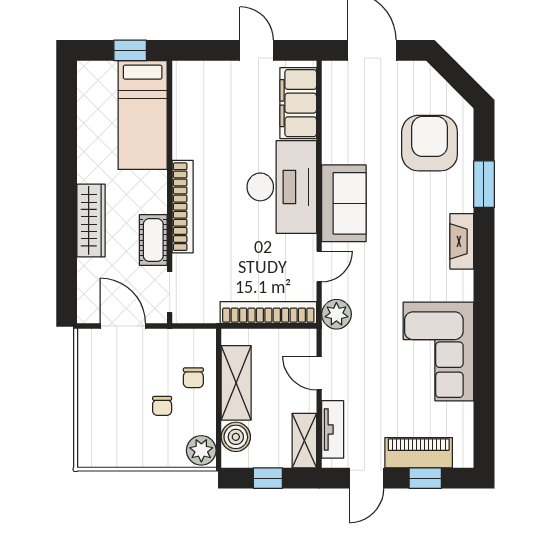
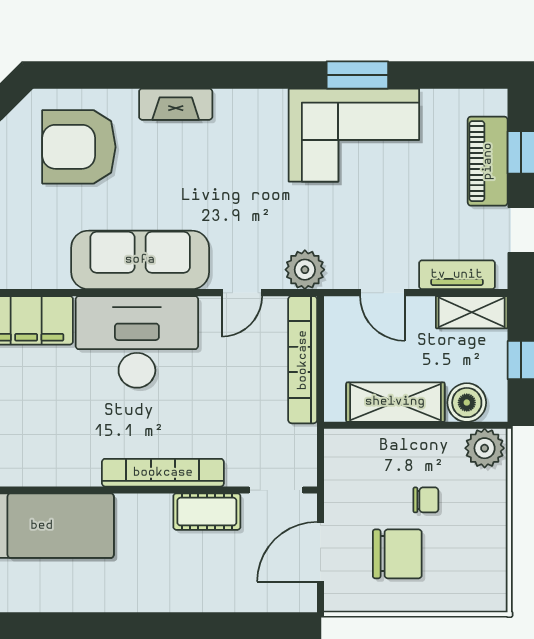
window: (484, 184) -> (357, 75), moved
sofa: (344, 203) -> (140, 260), width x1.36
wardrobe: (91, 220) -> (181, 594), removed
fireplace: (462, 241) -> (176, 104), moved
door: (319, 267) -> (242, 293), swing flipped
door: (319, 373) -> (382, 293), hinge flipped
chair: (193, 378) -> (397, 554), moved, width x1.87, depth x1.87

